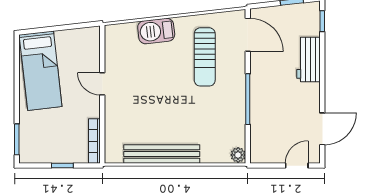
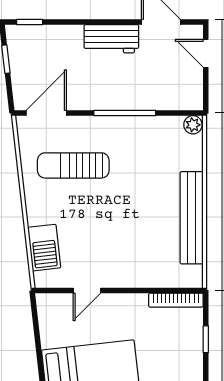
barbecue: (156, 31) -> (44, 248), moved
sun lounger: (205, 57) -> (73, 165), turned 180
workbench: (309, 60) -> (111, 39), moved
door: (102, 84) -> (87, 290), moved

